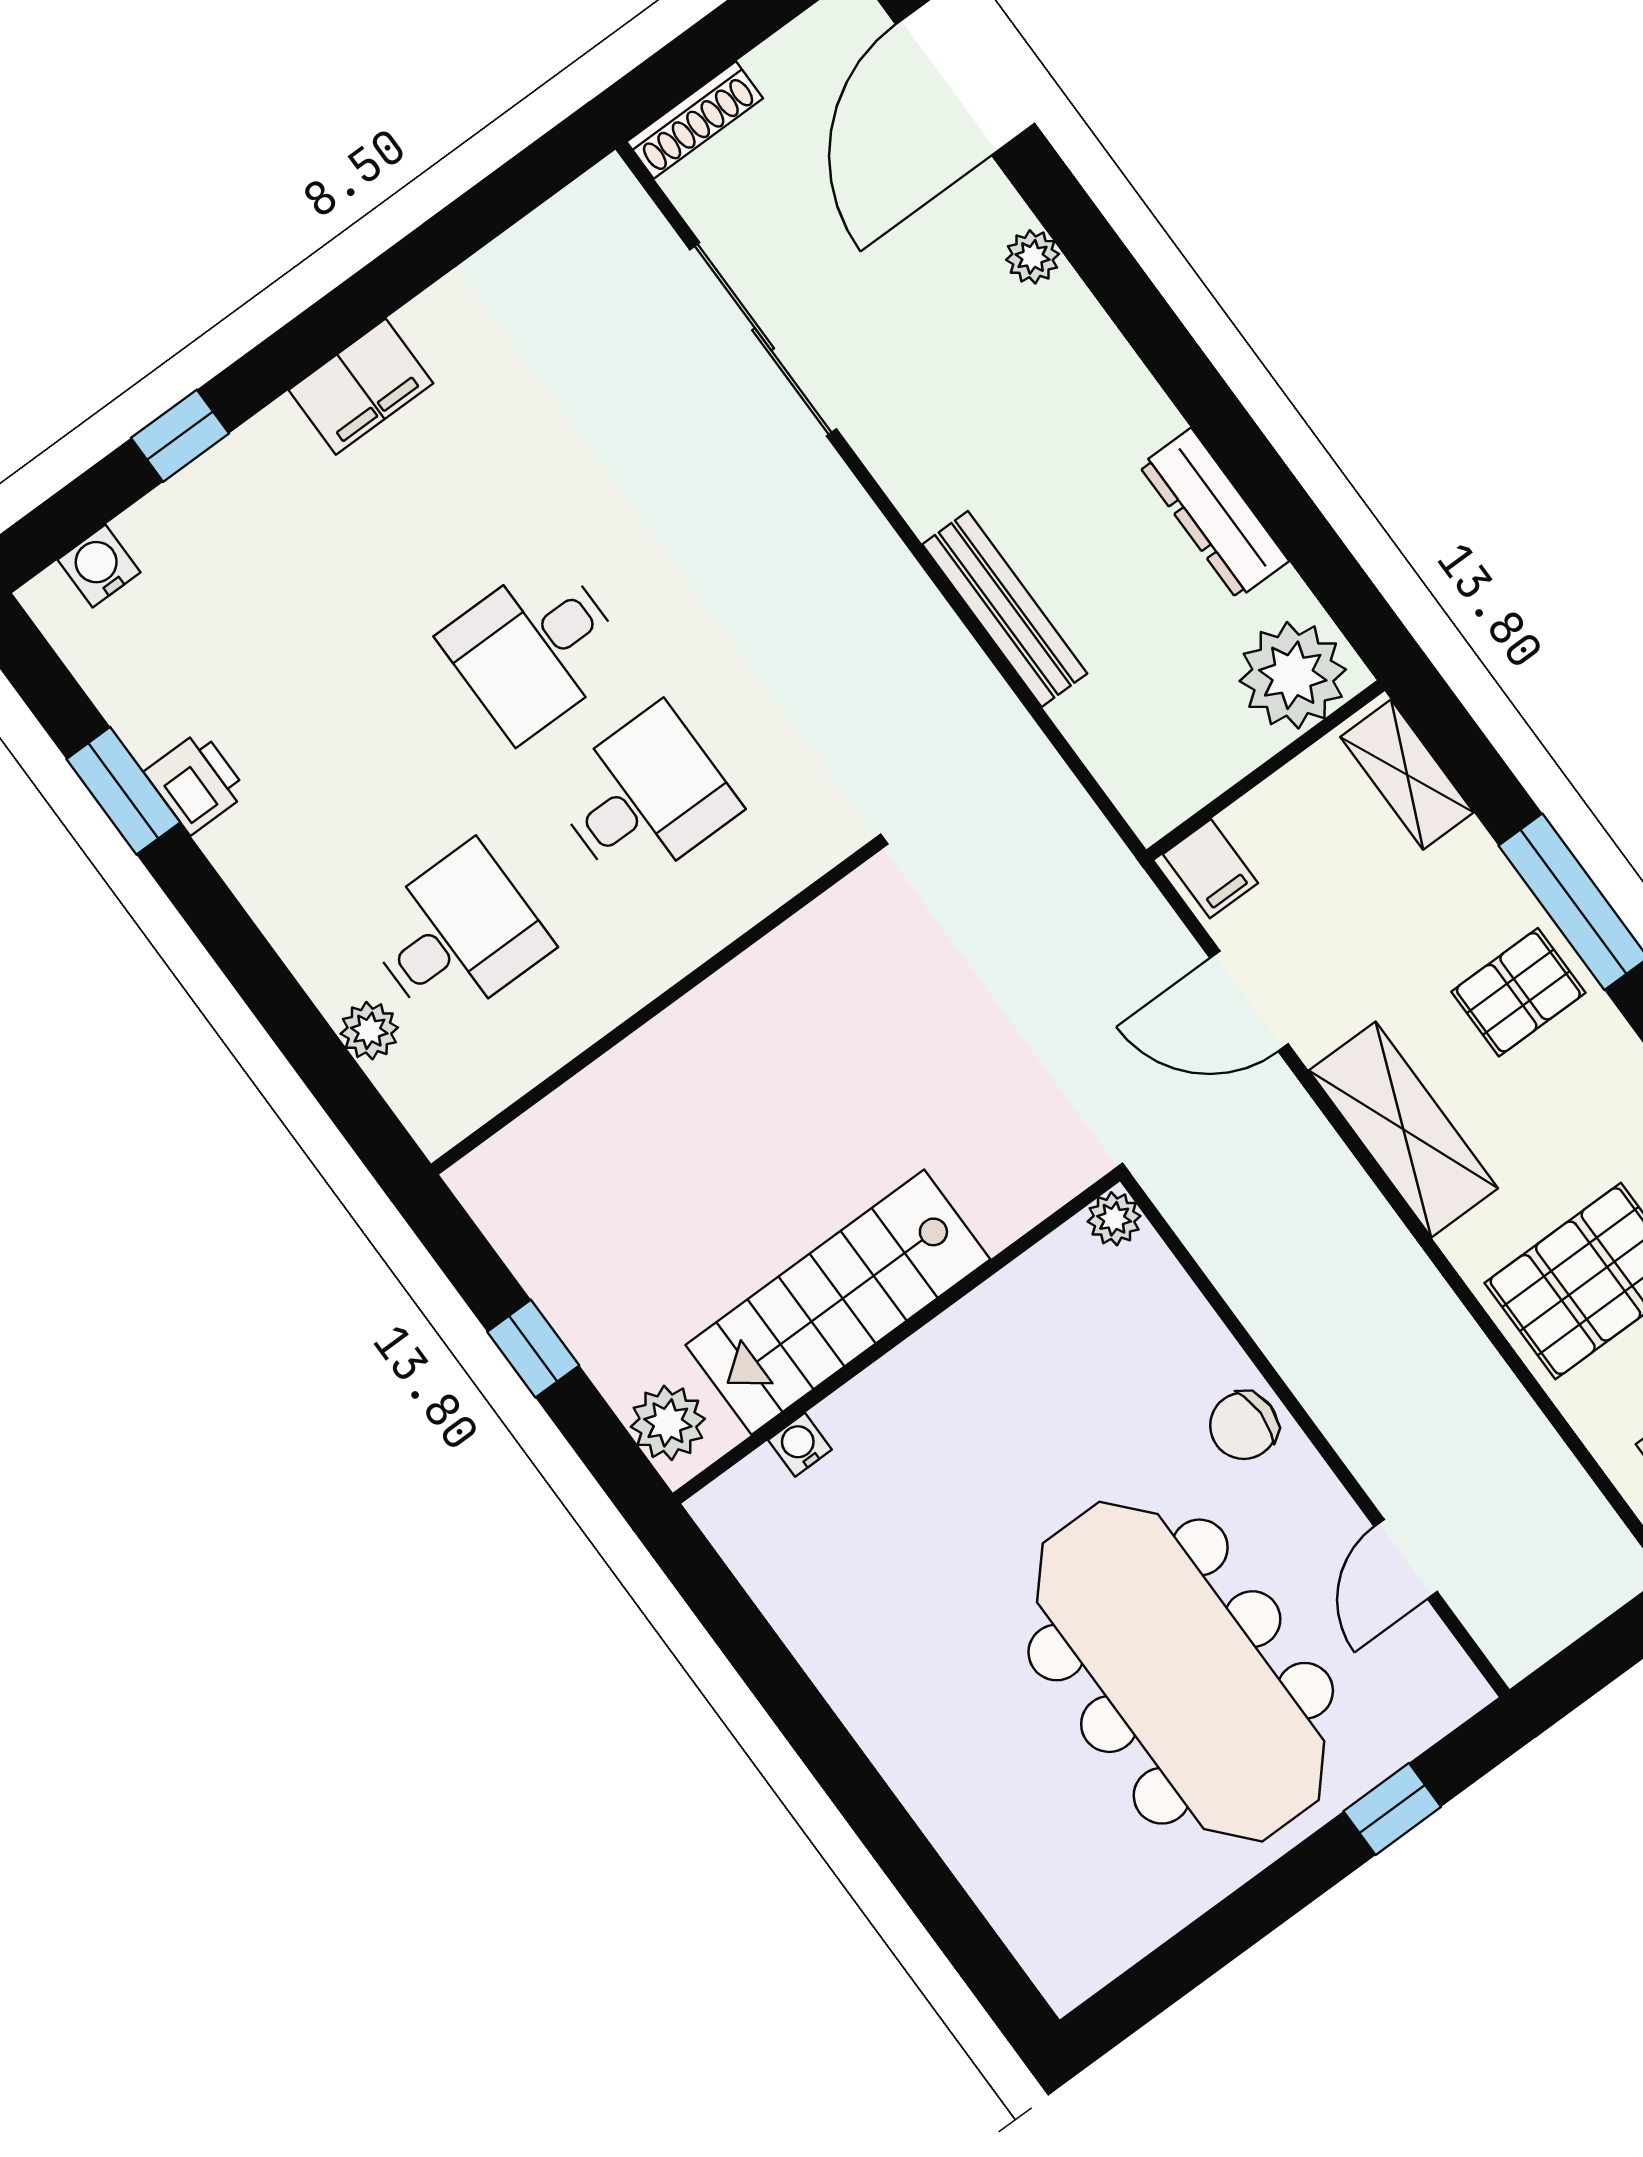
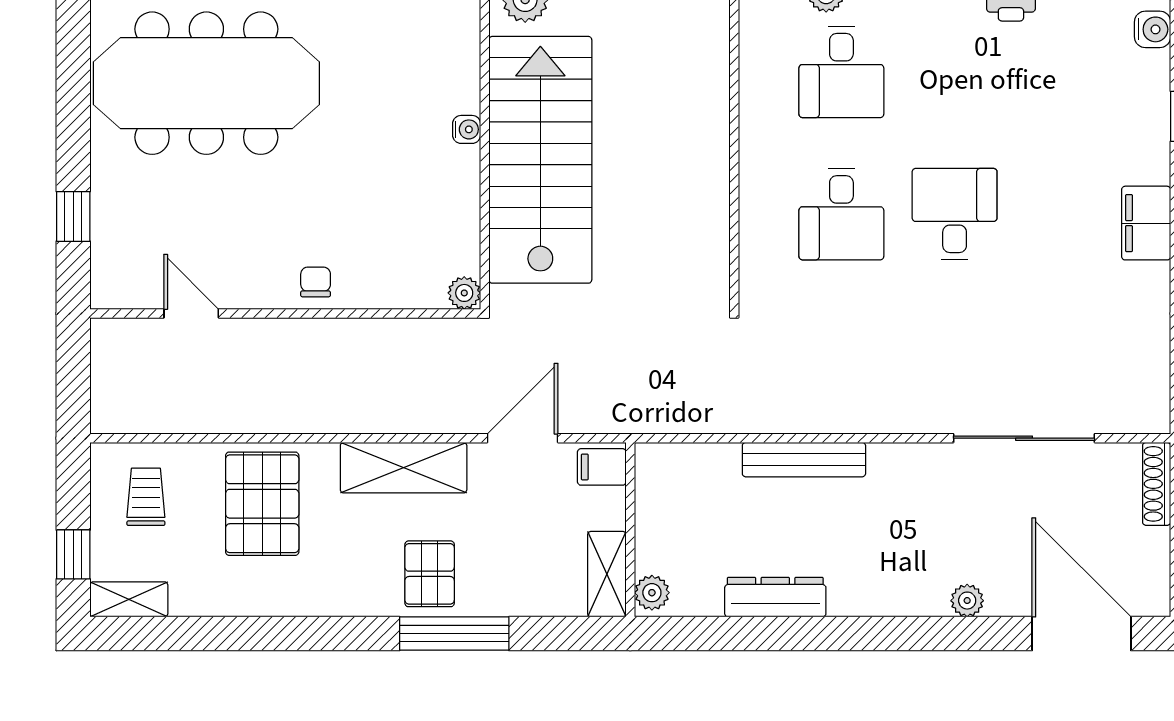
plant: (1293, 675) -> (652, 593), width x0.53, depth x0.53
shelving: (1407, 775) -> (607, 574), moved, turned 90
stairs: (838, 1302) -> (540, 160), width x1.36, depth x1.51
chair: (1244, 1426) -> (316, 282), width x0.73, depth x0.73
water cooler: (800, 1445) -> (467, 129), moved
meeting table: (1181, 1672) -> (206, 83), moved

